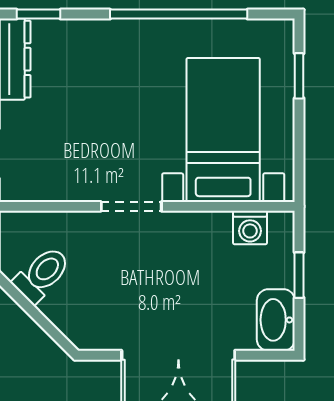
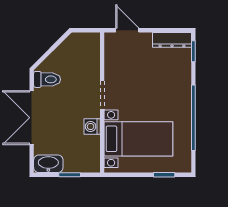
washing machine: (250, 228) -> (92, 126), moved
toilet: (42, 275) -> (47, 79), moved, turned -45

